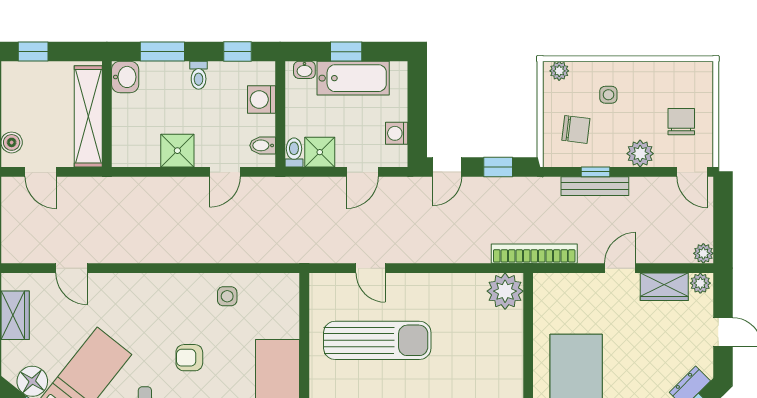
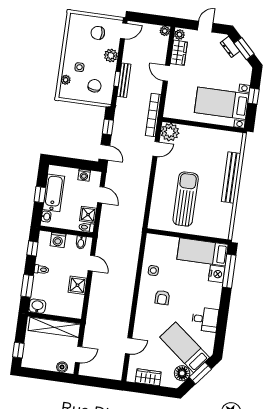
plant: (559, 71) -> (66, 80), moved
door: (371, 268) -> (156, 149), moved
armchair: (189, 358) -> (162, 298), moved

